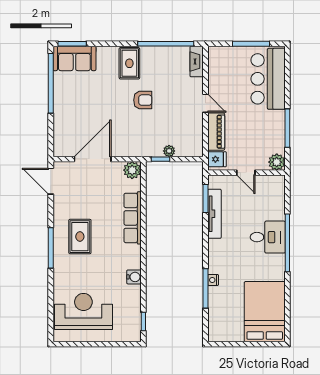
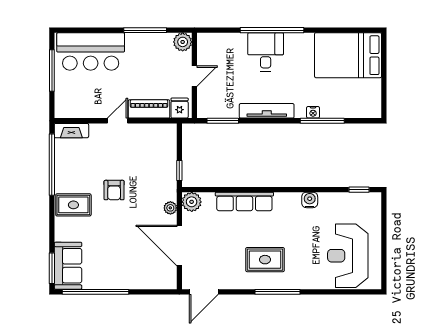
armchair: (143, 100) -> (114, 190), turned 180
plant: (169, 151) -> (170, 208), moved
tv unit: (214, 214) -> (267, 111), moved

